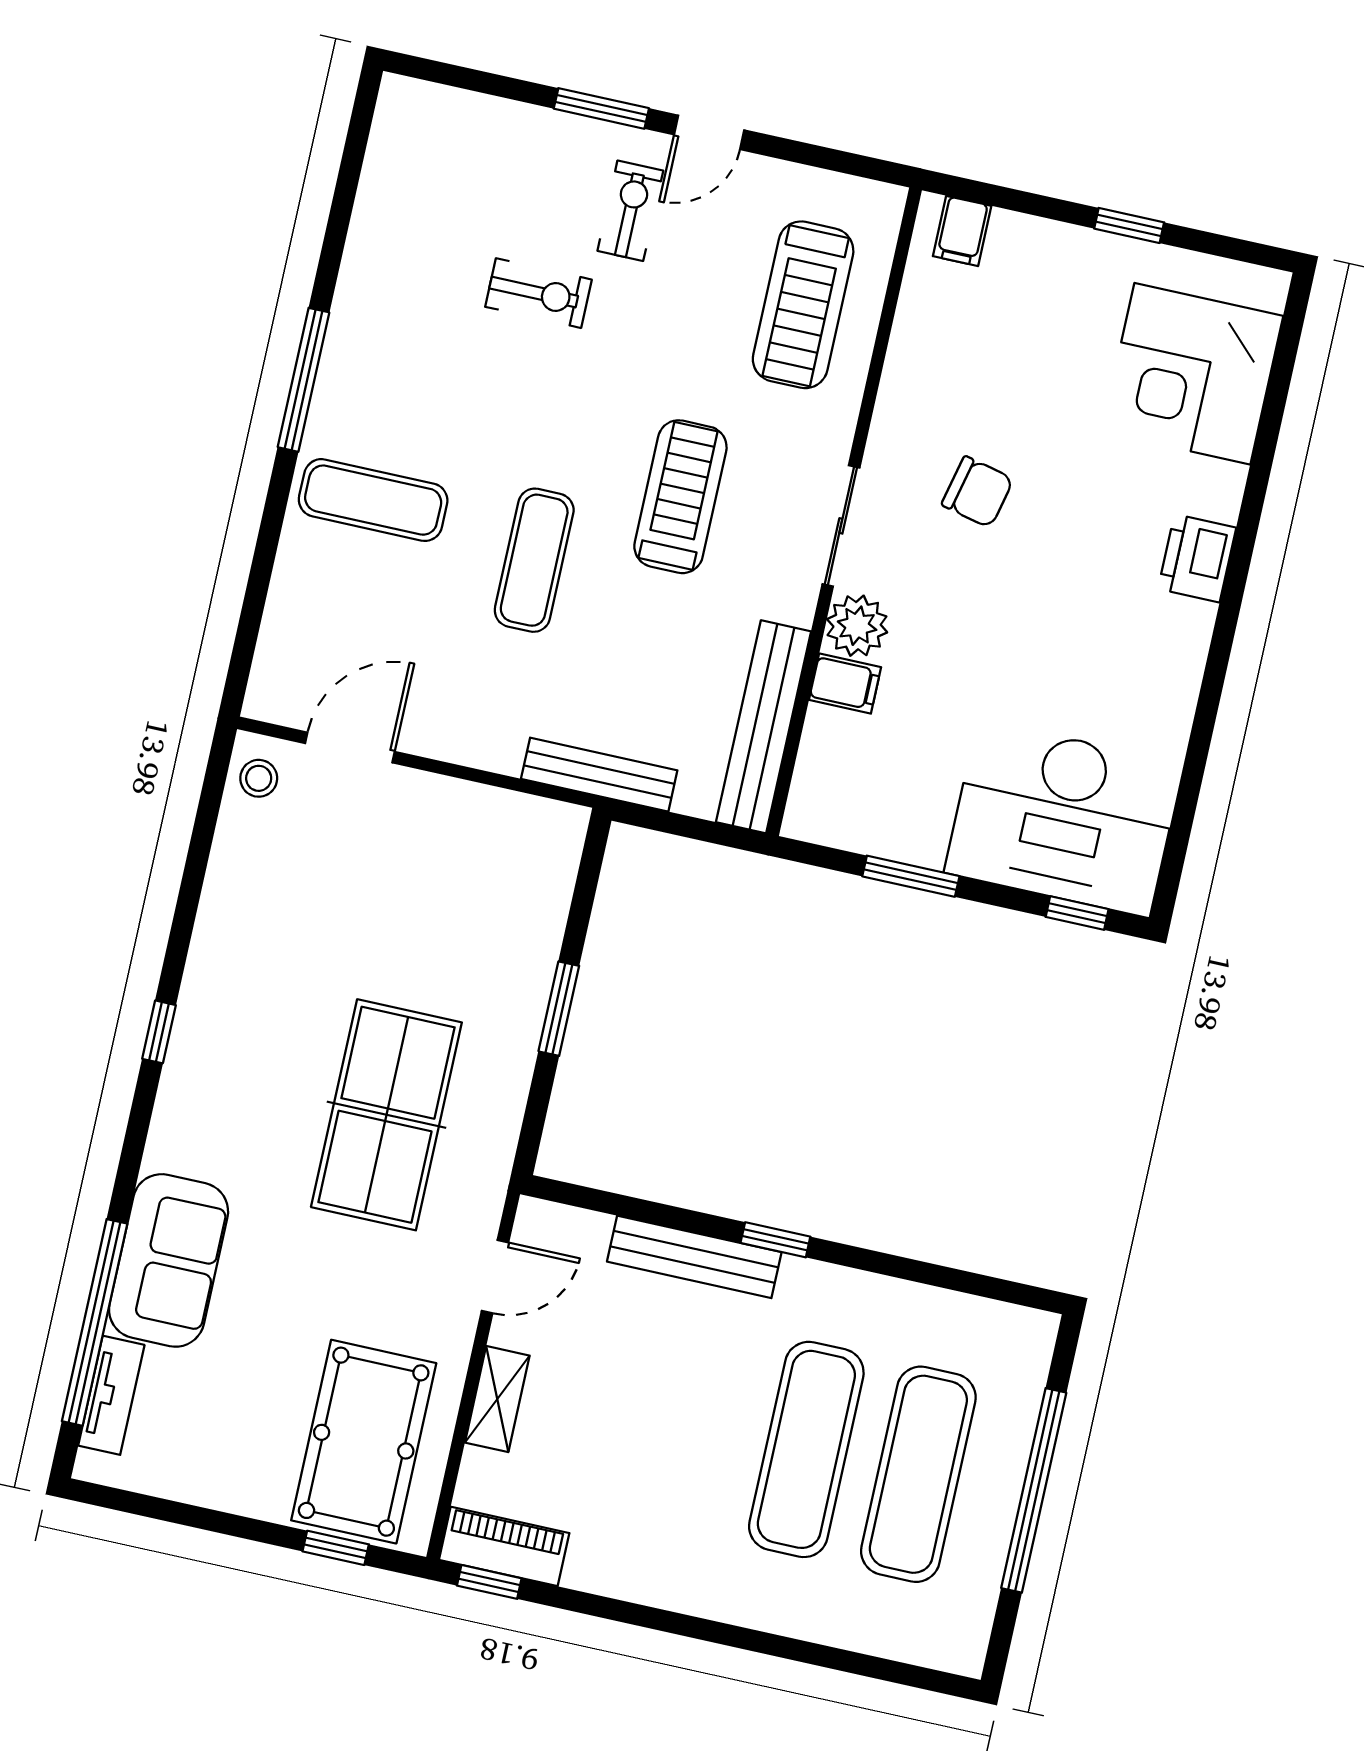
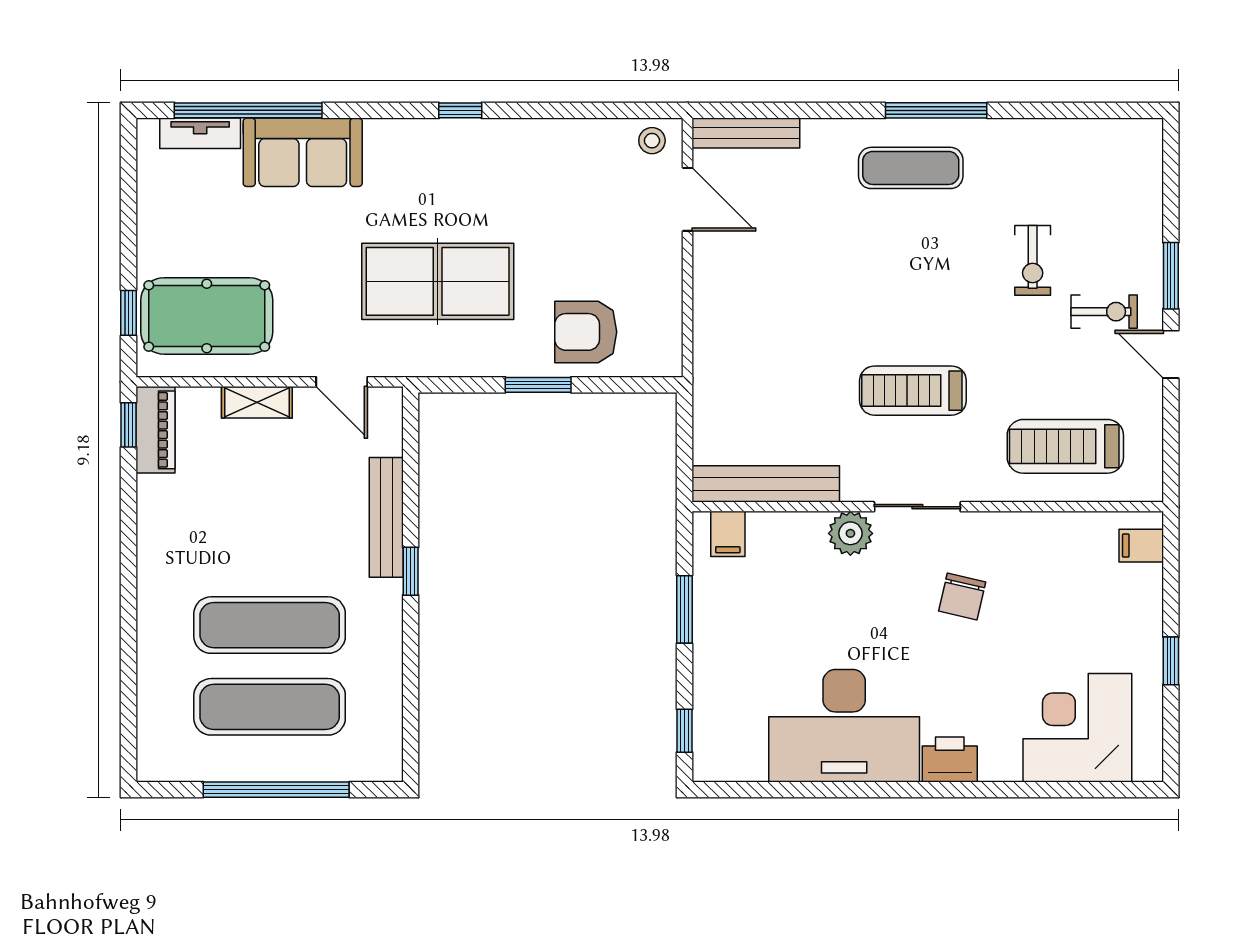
treadmill: (680, 497) -> (913, 391), turned 180
exercise mat: (373, 500) -> (911, 168), moved, turned 90
exercise mat: (534, 560) -> (846, 299), removed
filing cabinet: (845, 684) -> (728, 534), moved
bench: (599, 775) -> (746, 133), moved, turned 90
desk: (1064, 818) -> (844, 726), moved, turned -90
armchair: (501, 927) -> (586, 332), added

